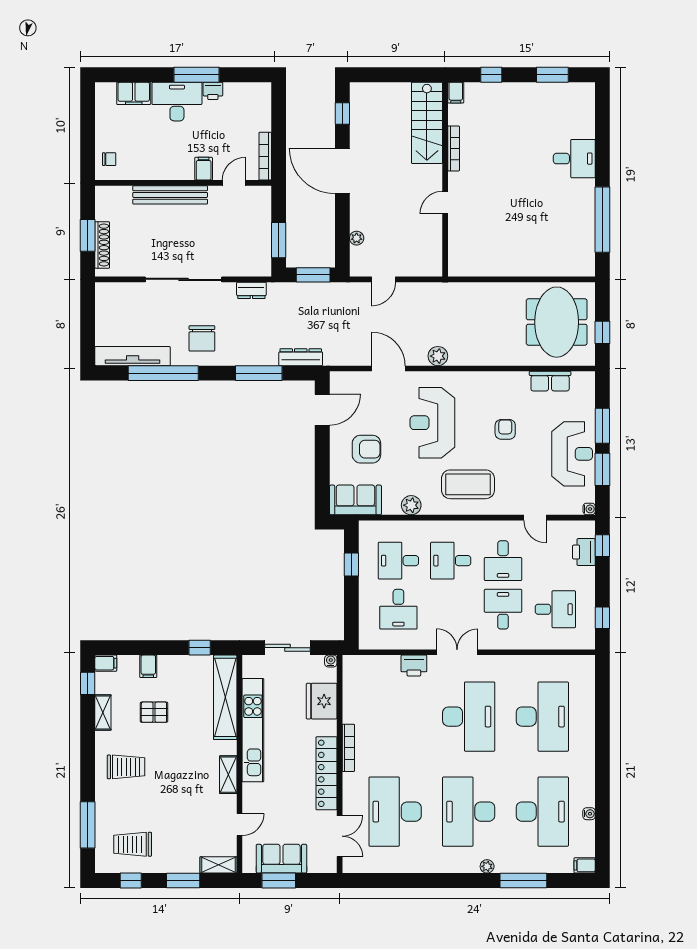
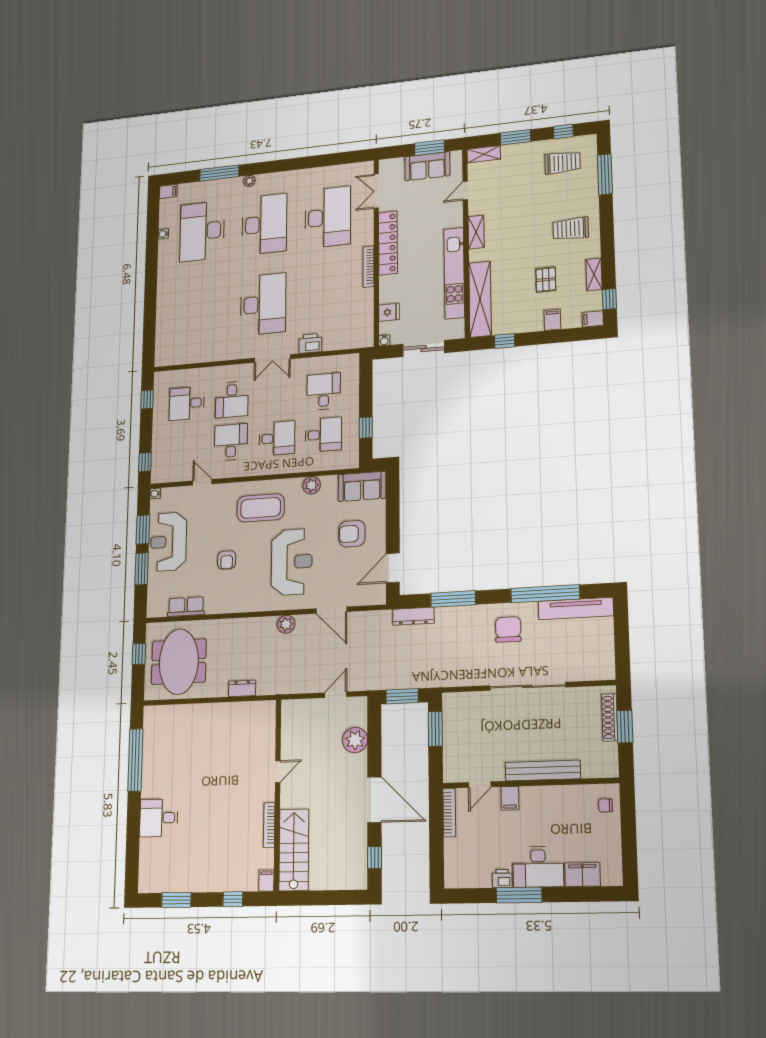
plant: (357, 238) -> (355, 740), width x1.88, depth x1.88
dresser: (251, 290) -> (242, 688), moved
printer: (584, 552) -> (161, 455), removed
fridge: (322, 701) -> (389, 312), width x0.53, depth x0.75
pallet: (154, 712) -> (546, 280), turned 90
desk: (469, 717) -> (263, 304), turned 180
desk: (542, 717) -> (200, 311), removed

